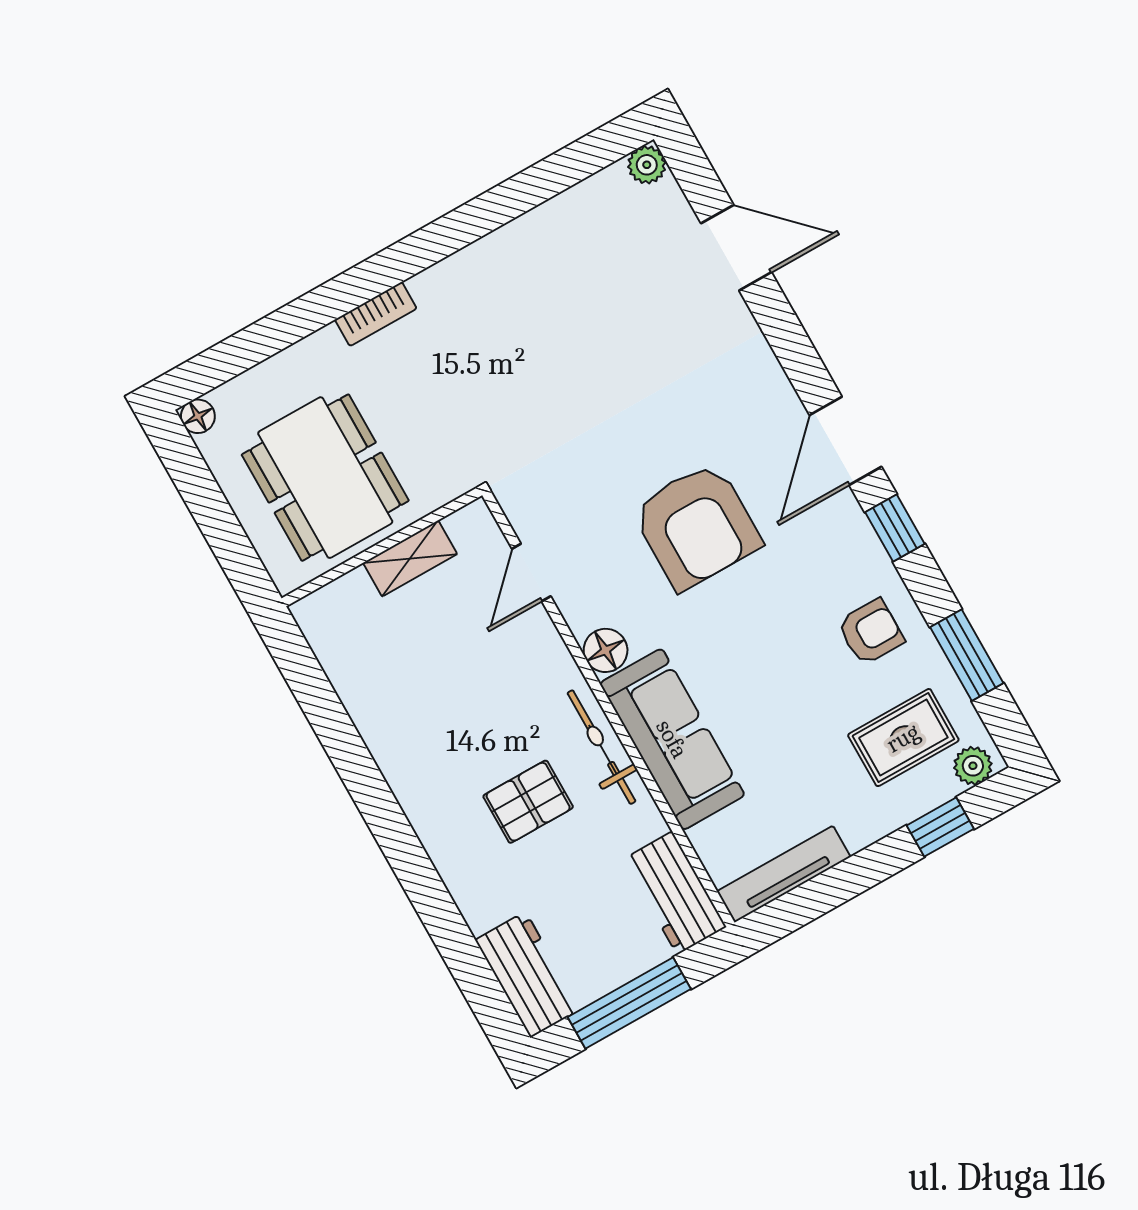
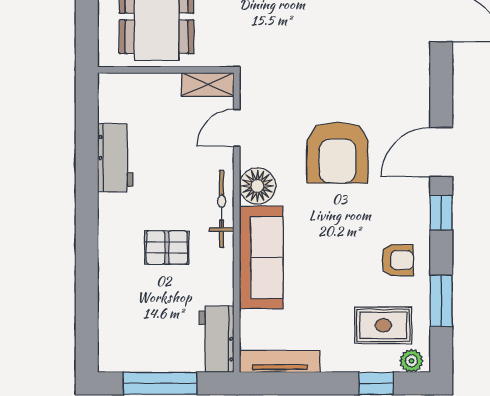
shelving: (410, 558) -> (208, 84), moved
floor lamp: (606, 650) -> (257, 186), width x1.38, depth x1.38
bicycle: (602, 747) -> (222, 209), moved
workbench: (528, 975) -> (115, 158), moved

